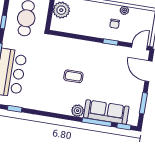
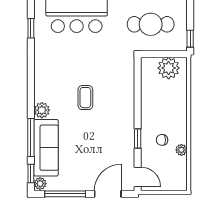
window: (143, 103) -> (65, 194), width x1.44
plant: (133, 121) -> (40, 184), added

